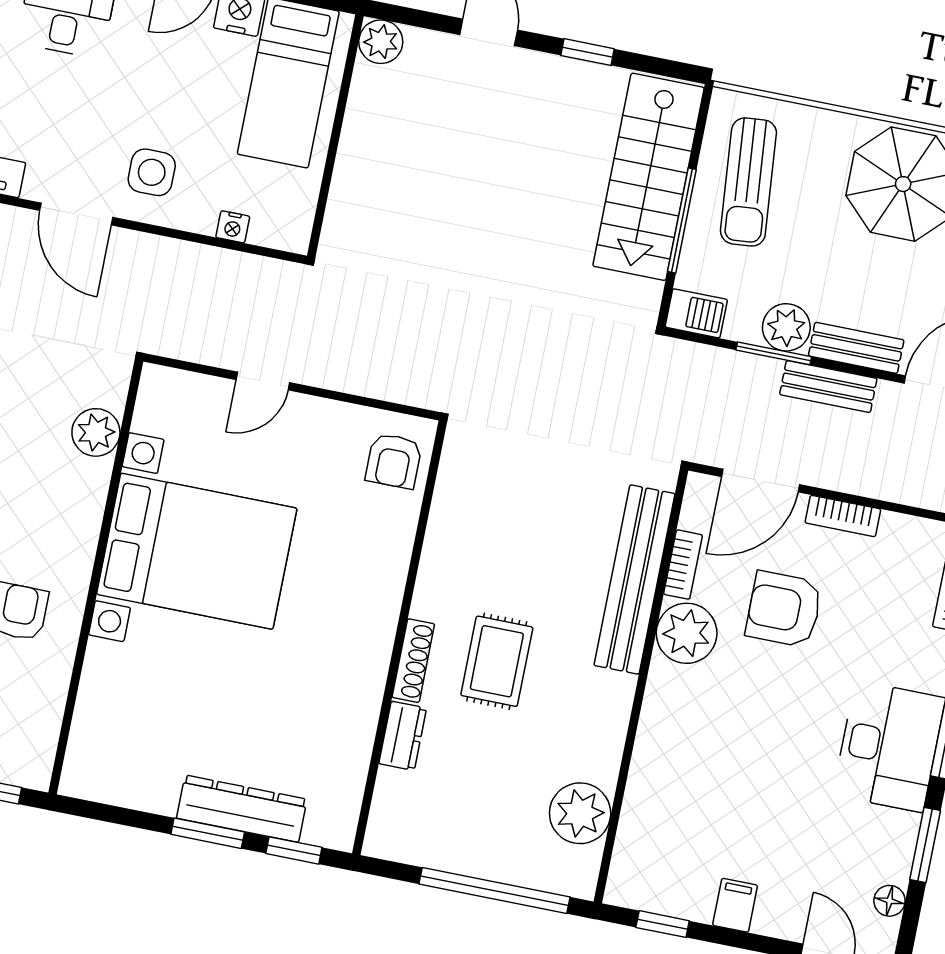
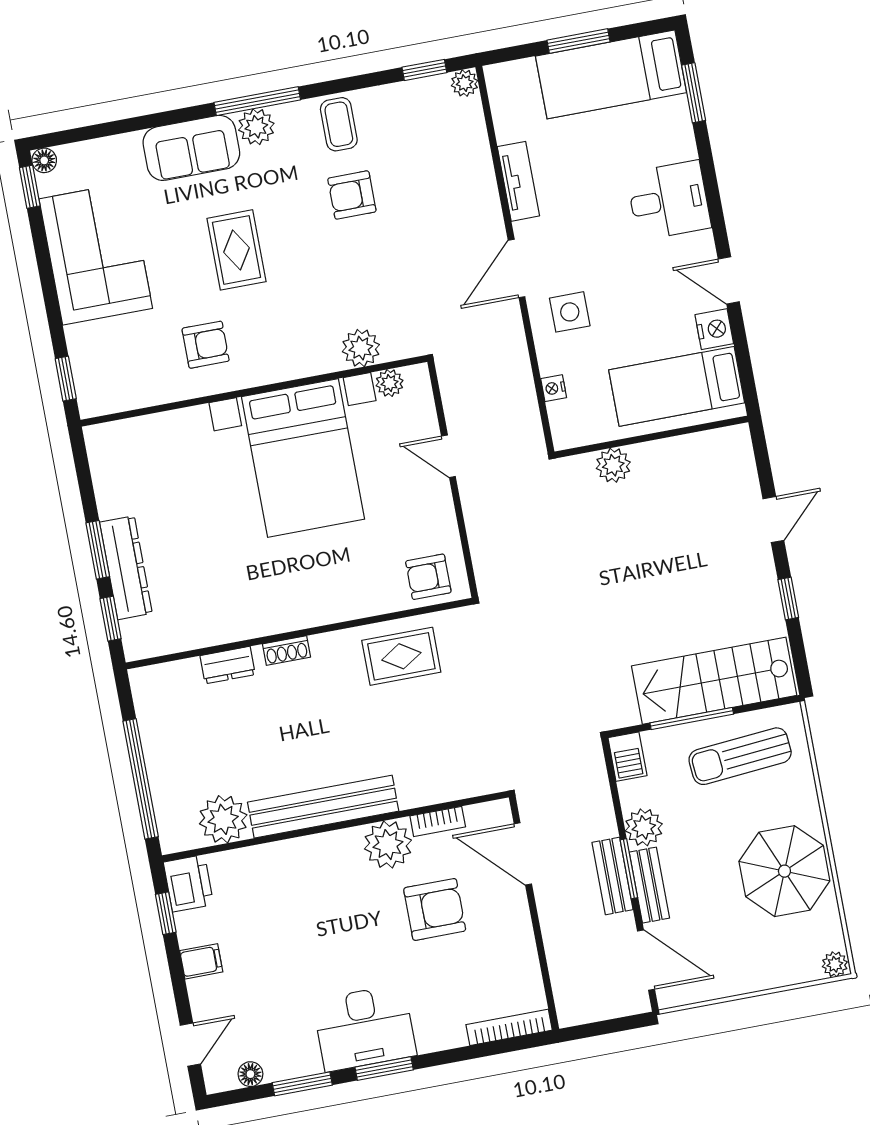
plant: (381, 42) -> (613, 465), moved
window: (774, 353) -> (629, 869), moved
plant: (150, 415) -> (390, 383), added
bookcase: (843, 516) -> (521, 925), removed
bench: (634, 579) -> (323, 807), moved
armchair: (784, 609) -> (435, 909), turned 90
shoe rack: (413, 661) -> (286, 651), width x0.70
rug: (497, 661) -> (401, 656), moved
printer: (638, 884) -> (188, 883), added

